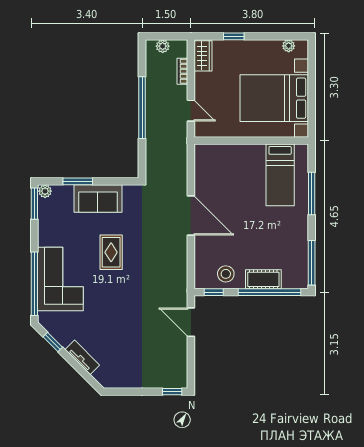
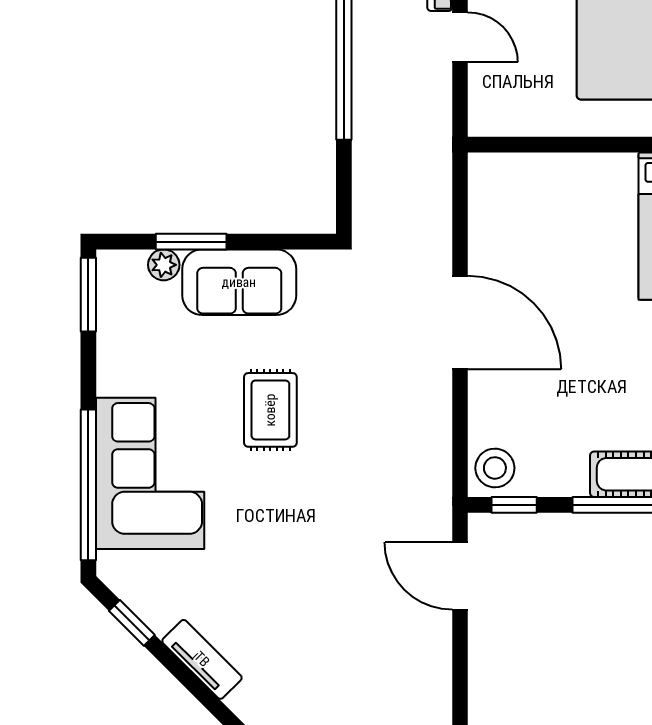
door: (191, 111) -> (460, 37), moved
plant: (45, 191) -> (164, 265), moved
stool: (226, 274) -> (495, 468), moved

